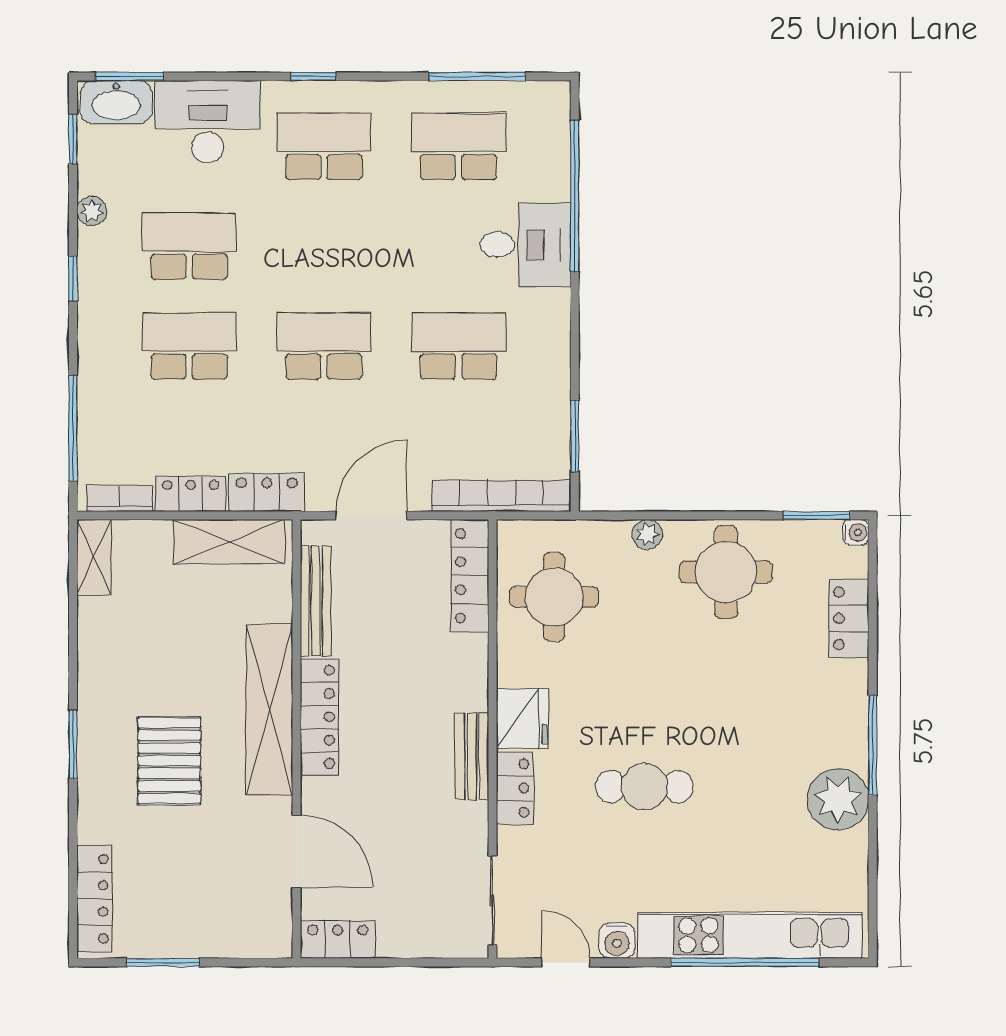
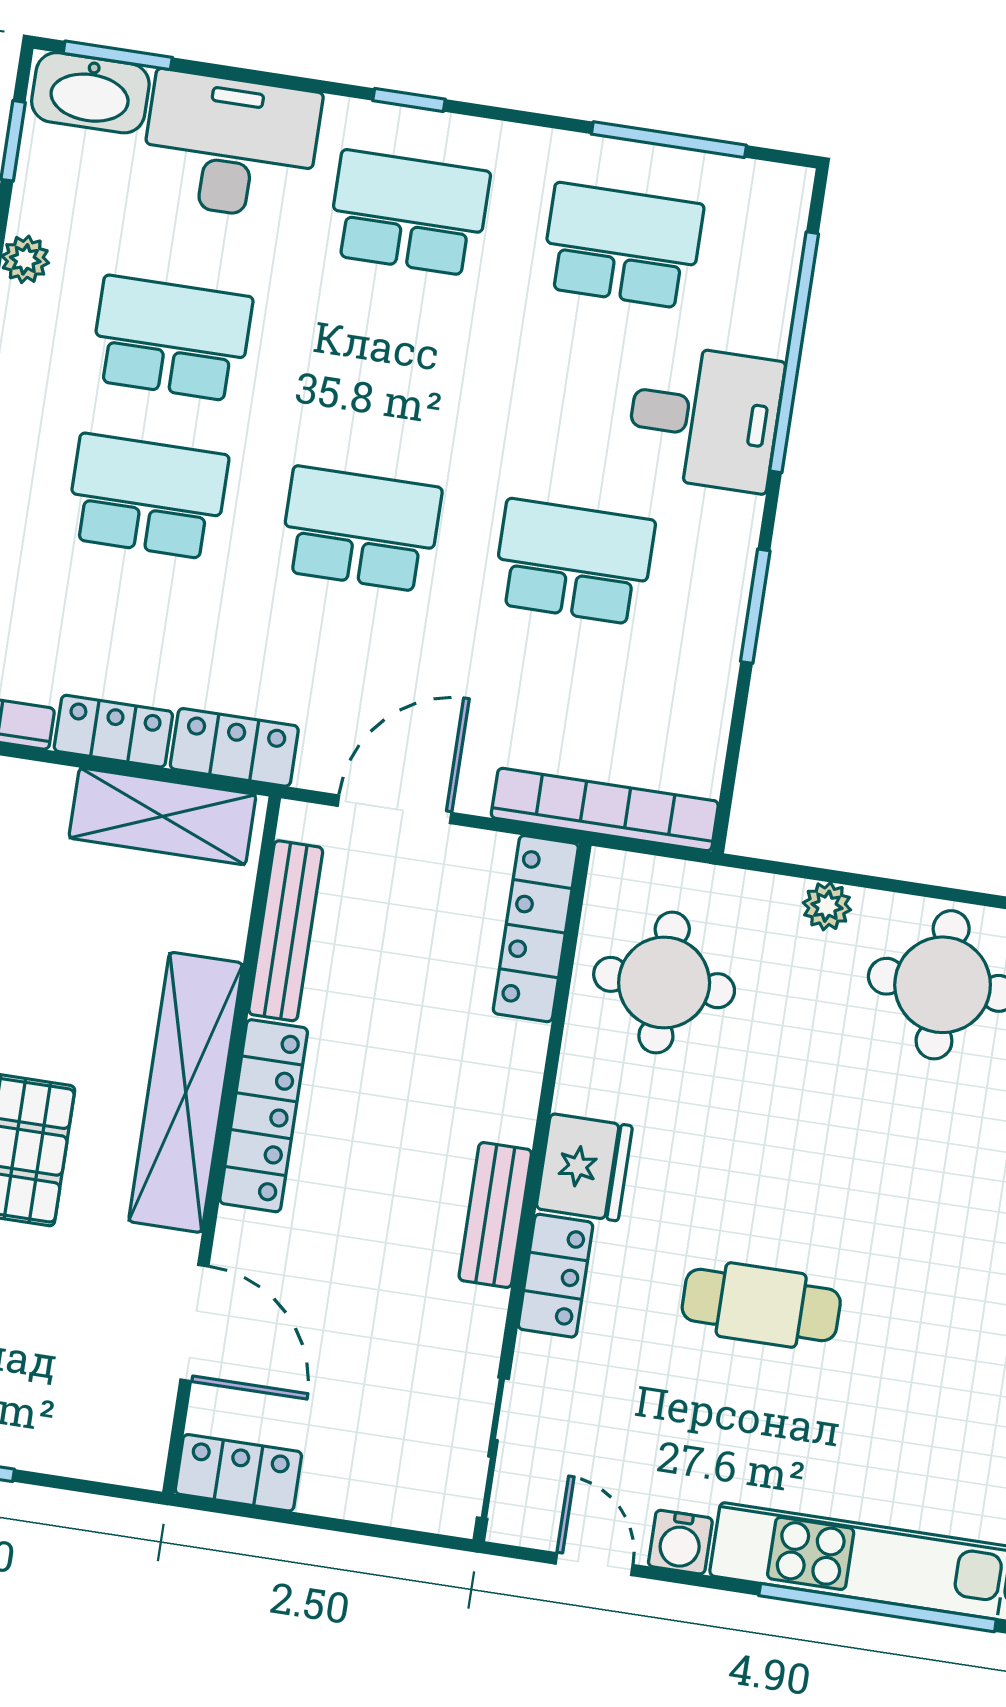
window: (575, 436) -> (755, 606), moved

